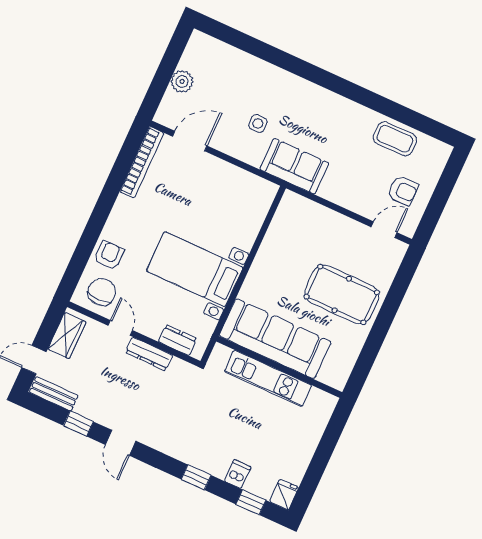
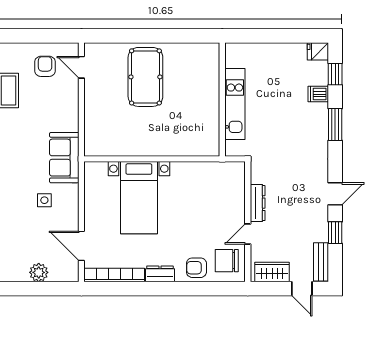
bed with nightstands: (195, 269) -> (139, 198), moved
sofa: (275, 339) -> (202, 112), removed
dresser: (178, 340) -> (160, 274), moved, turned 90
window: (196, 477) -> (335, 124), width x1.50

